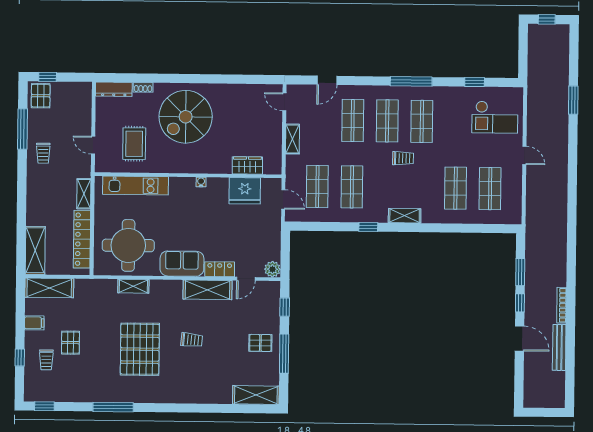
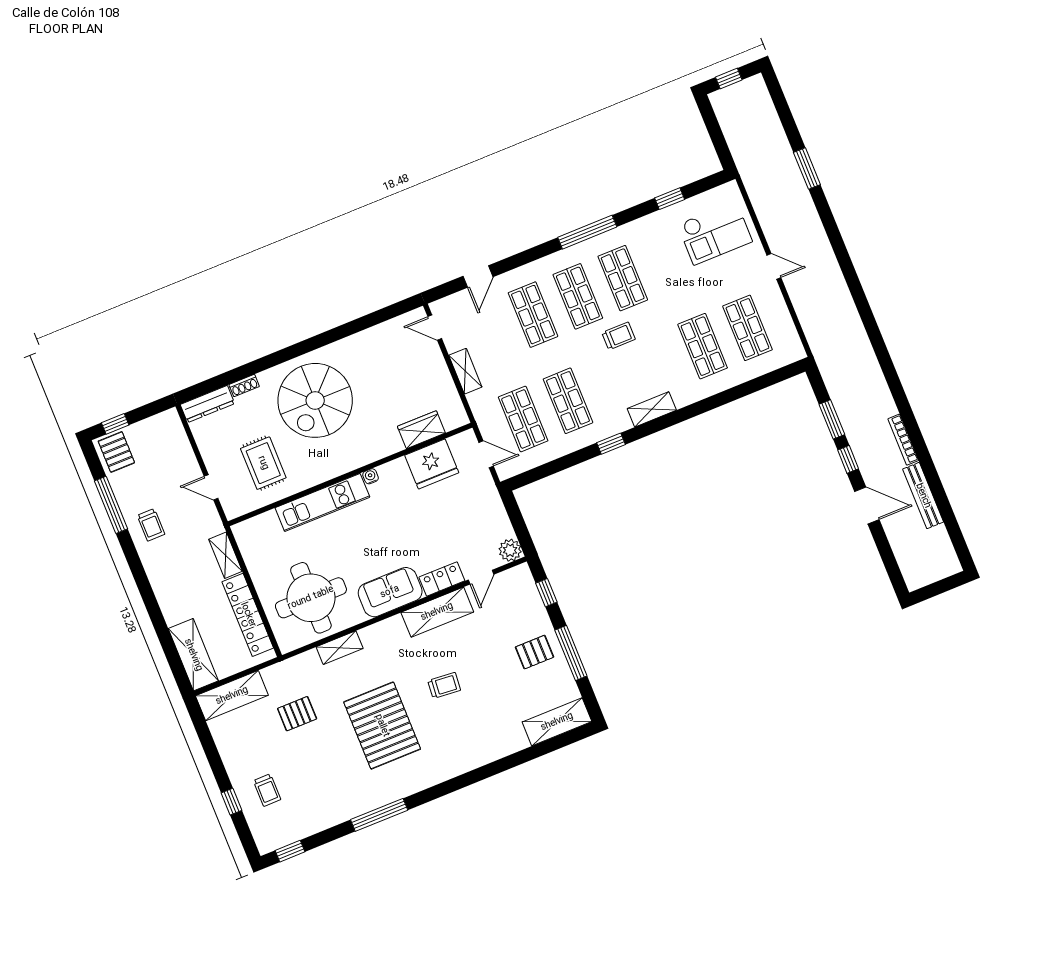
kitchen unit: (135, 186) -> (322, 502), moved
filing cabinet: (34, 323) -> (232, 749), removed
pallet: (70, 343) -> (297, 714), moved, turned 90

